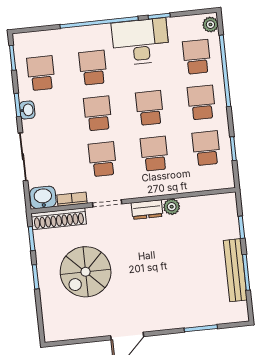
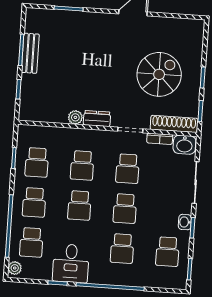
desk: (141, 42) -> (71, 263), width x0.73
bench: (235, 270) -> (30, 53), width x0.73

